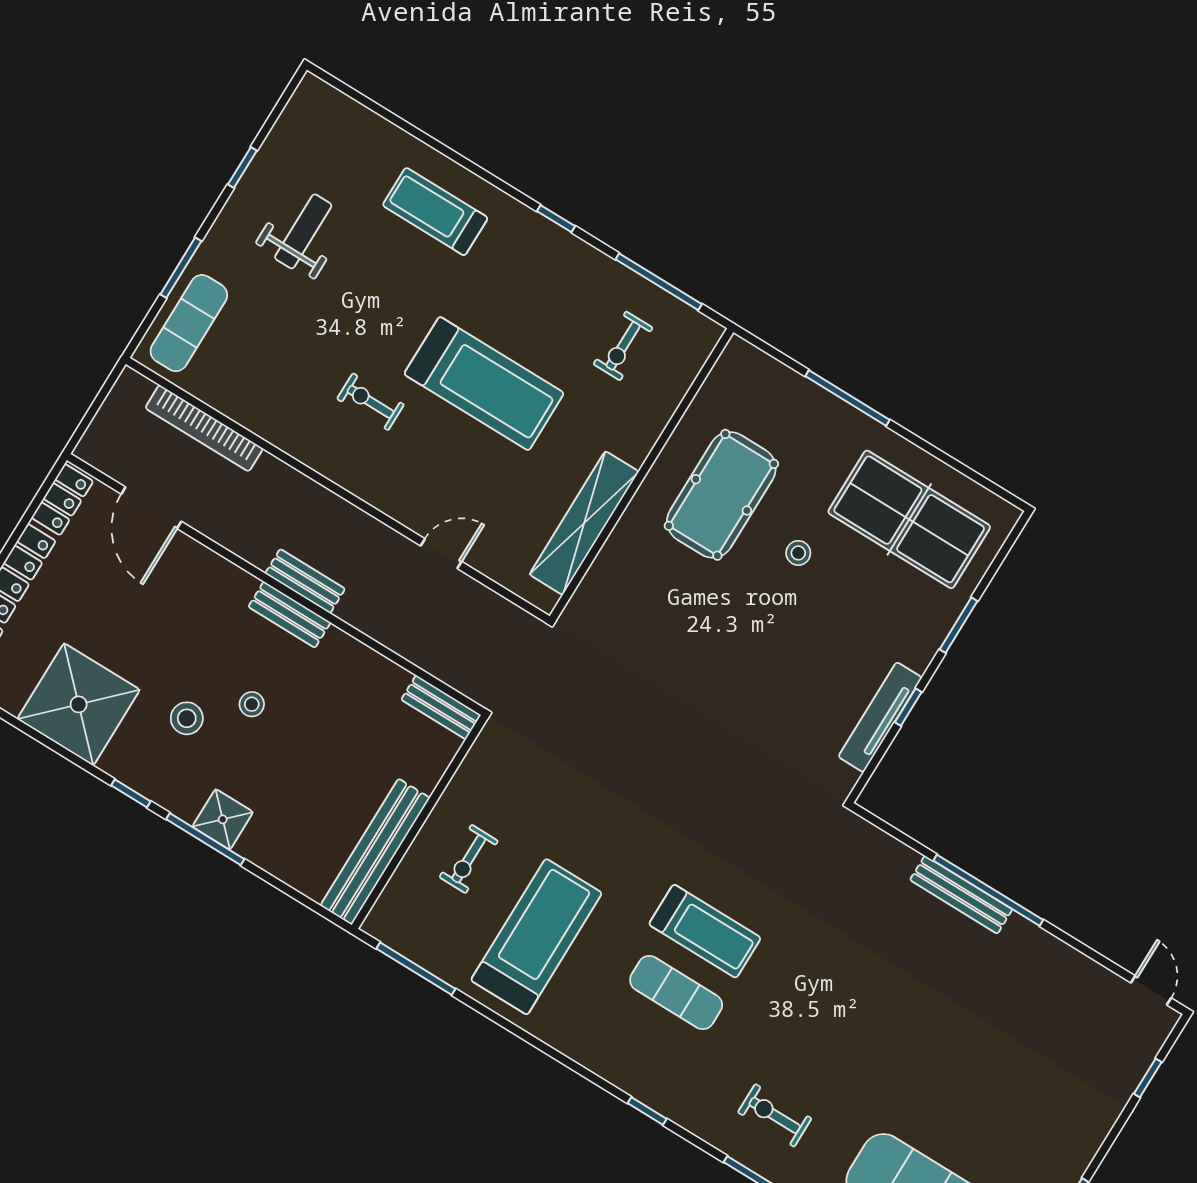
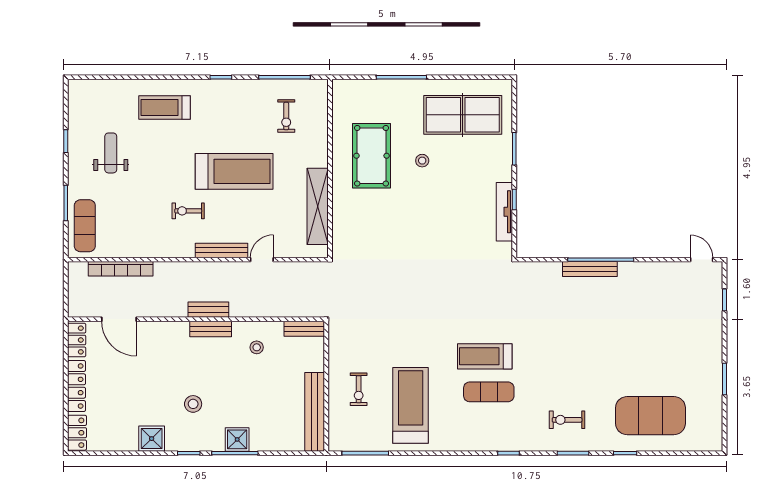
bench: (385, 499) -> (222, 250), added
shower: (79, 704) -> (152, 439), width x0.54, depth x0.54
stool: (252, 704) -> (257, 347), moved
treadmill: (705, 931) -> (485, 356), turned 180

